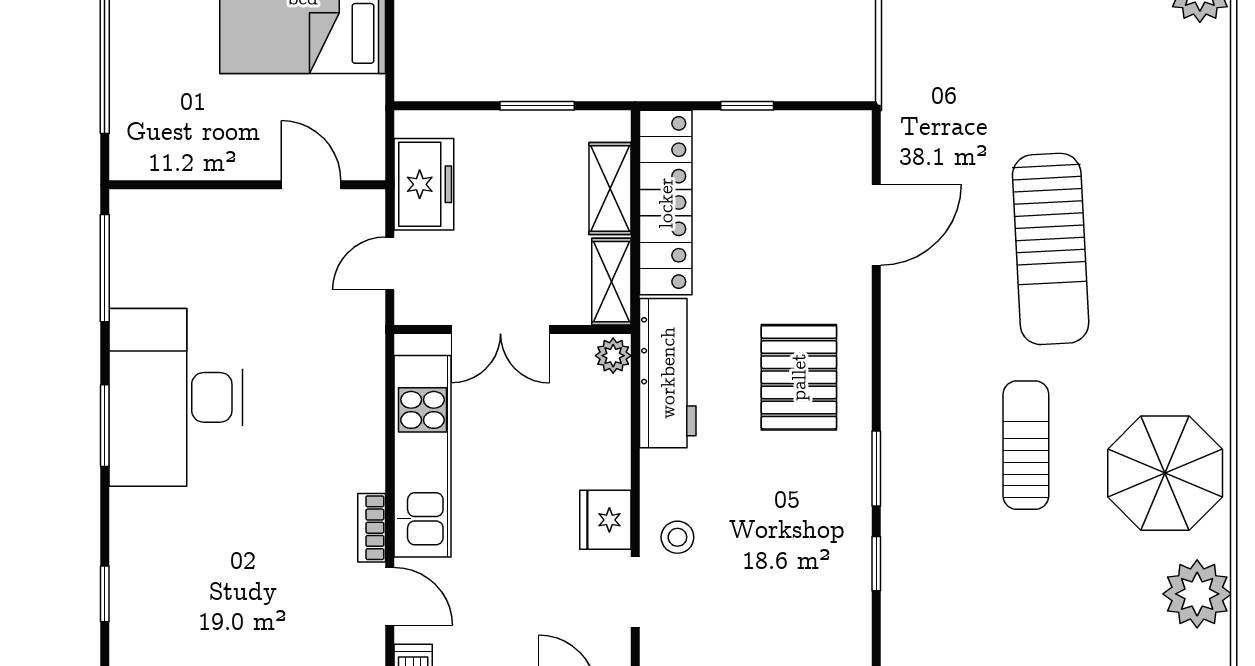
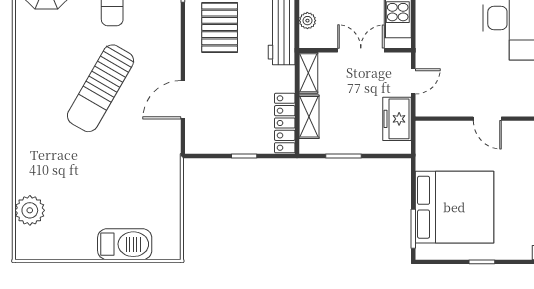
door: (311, 185) -> (487, 119), moved
locker: (666, 203) -> (285, 123), width x0.71, depth x0.83
sun lounger: (1051, 249) -> (100, 88), turned -147
plant: (613, 356) -> (307, 21), moved

